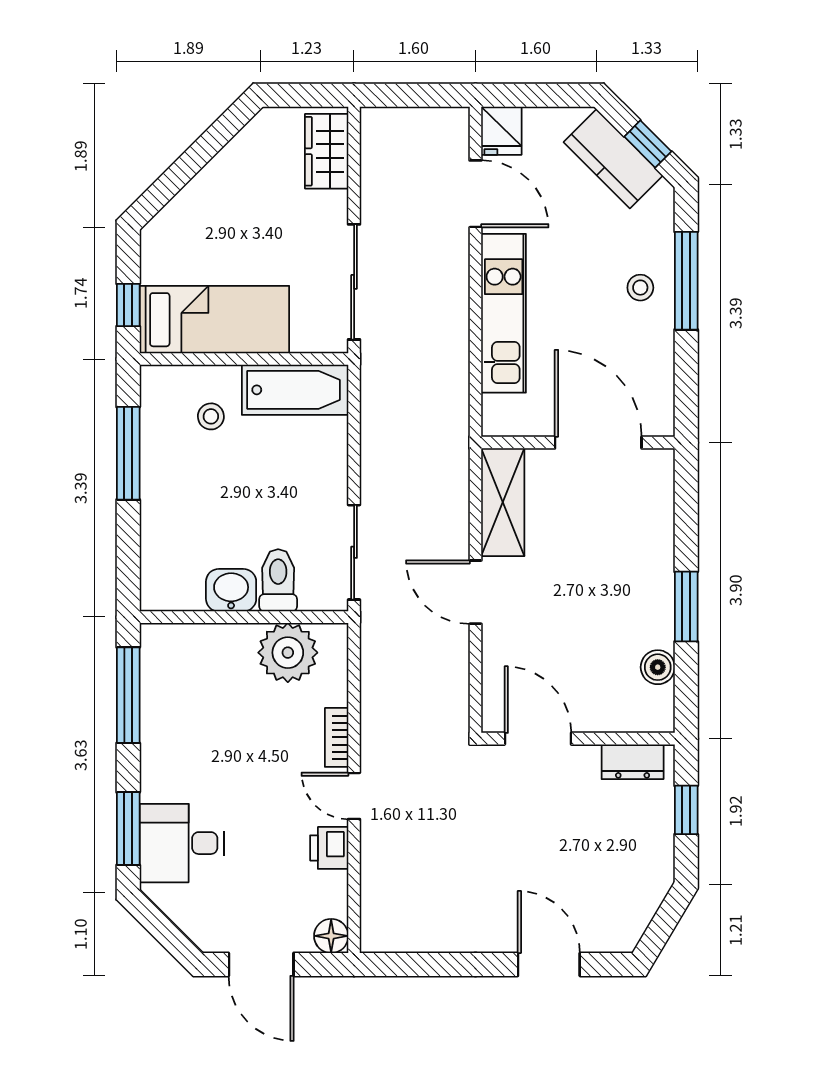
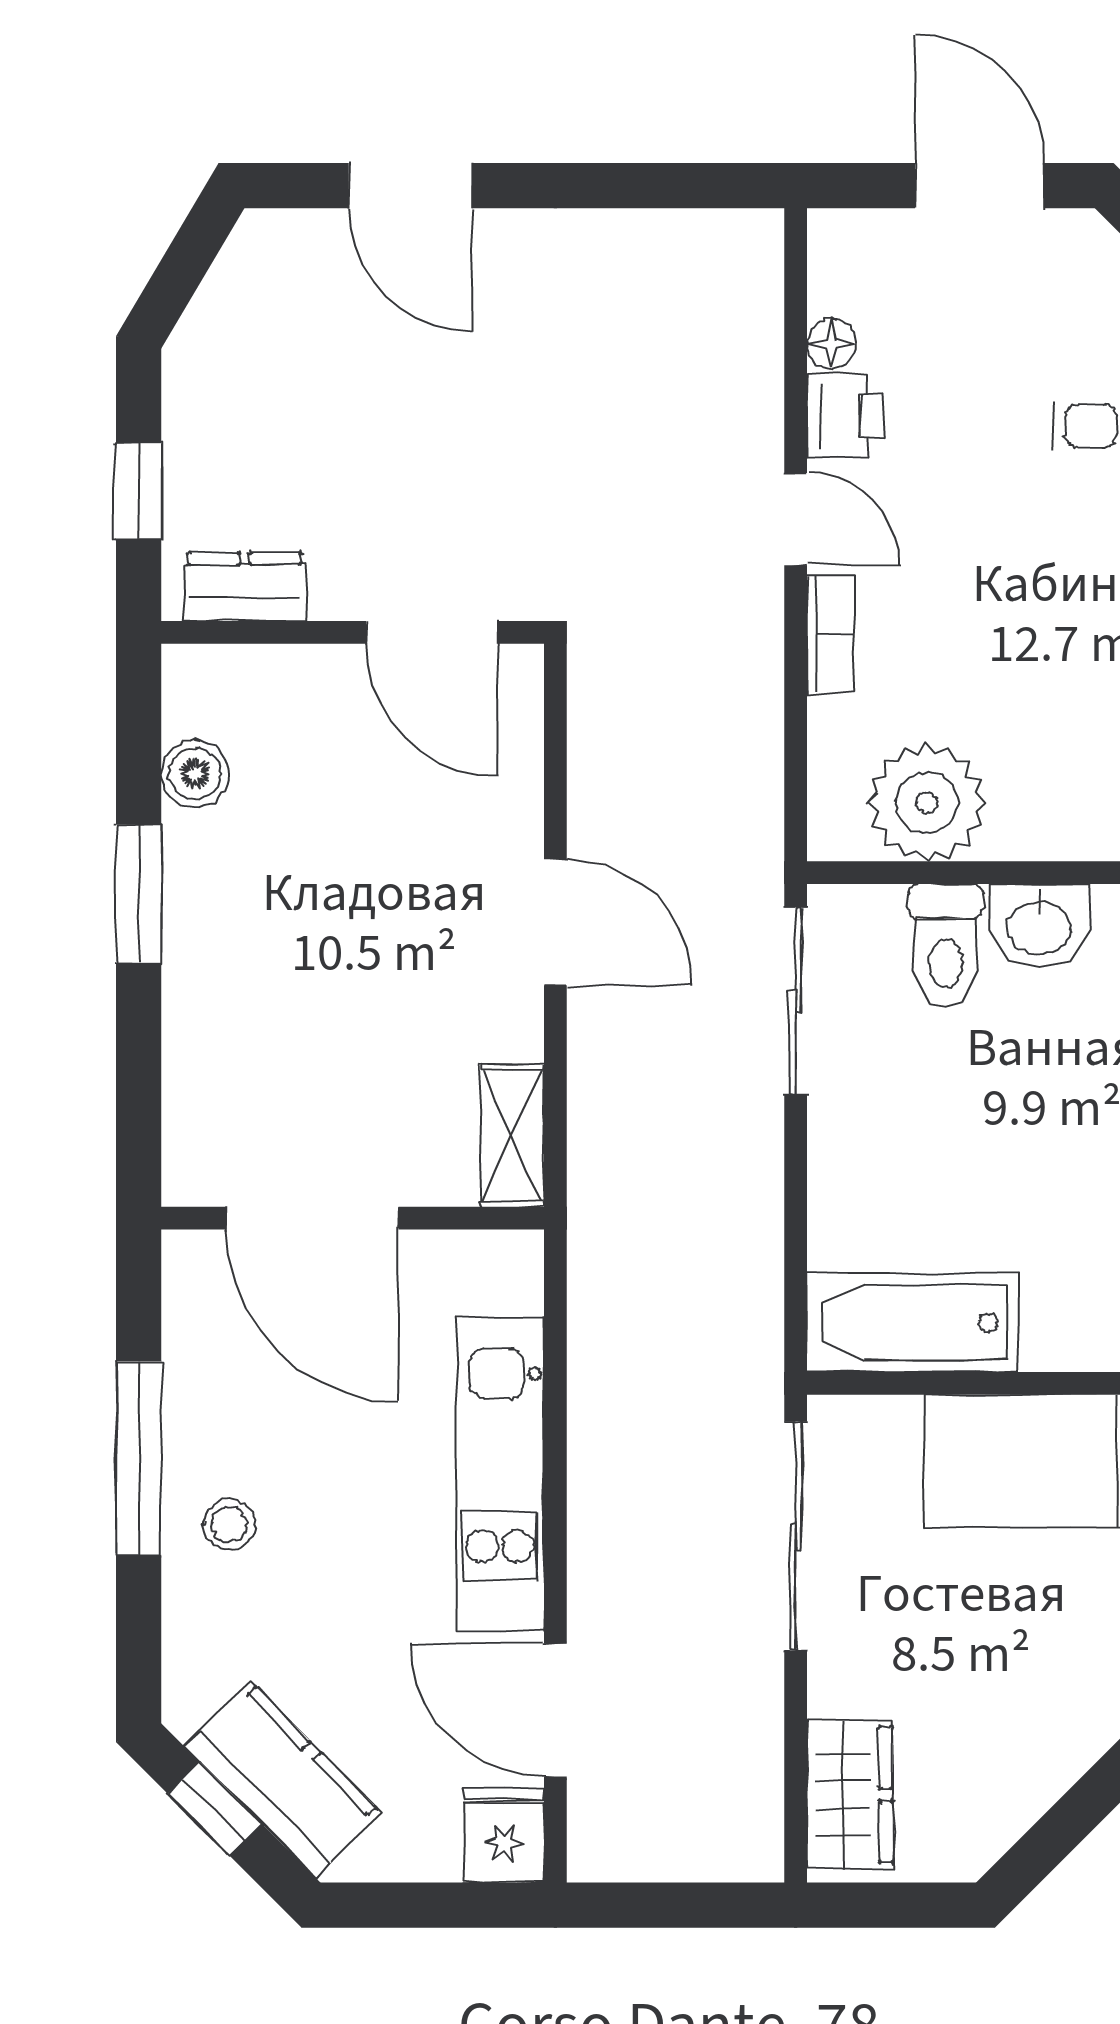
window: (686, 281) -> (139, 1458), moved
stool: (211, 416) -> (1079, 1270), removed
shelving: (503, 502) -> (512, 1136), width x0.67, depth x0.75
floor lamp: (331, 936) -> (832, 344), moved, width x0.73, depth x0.73

